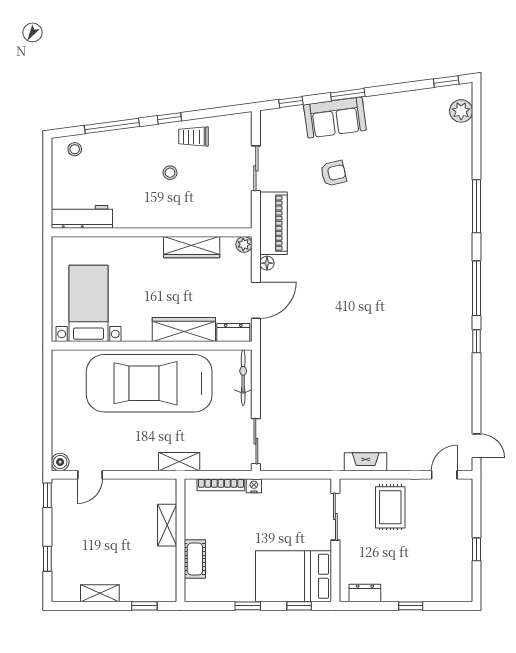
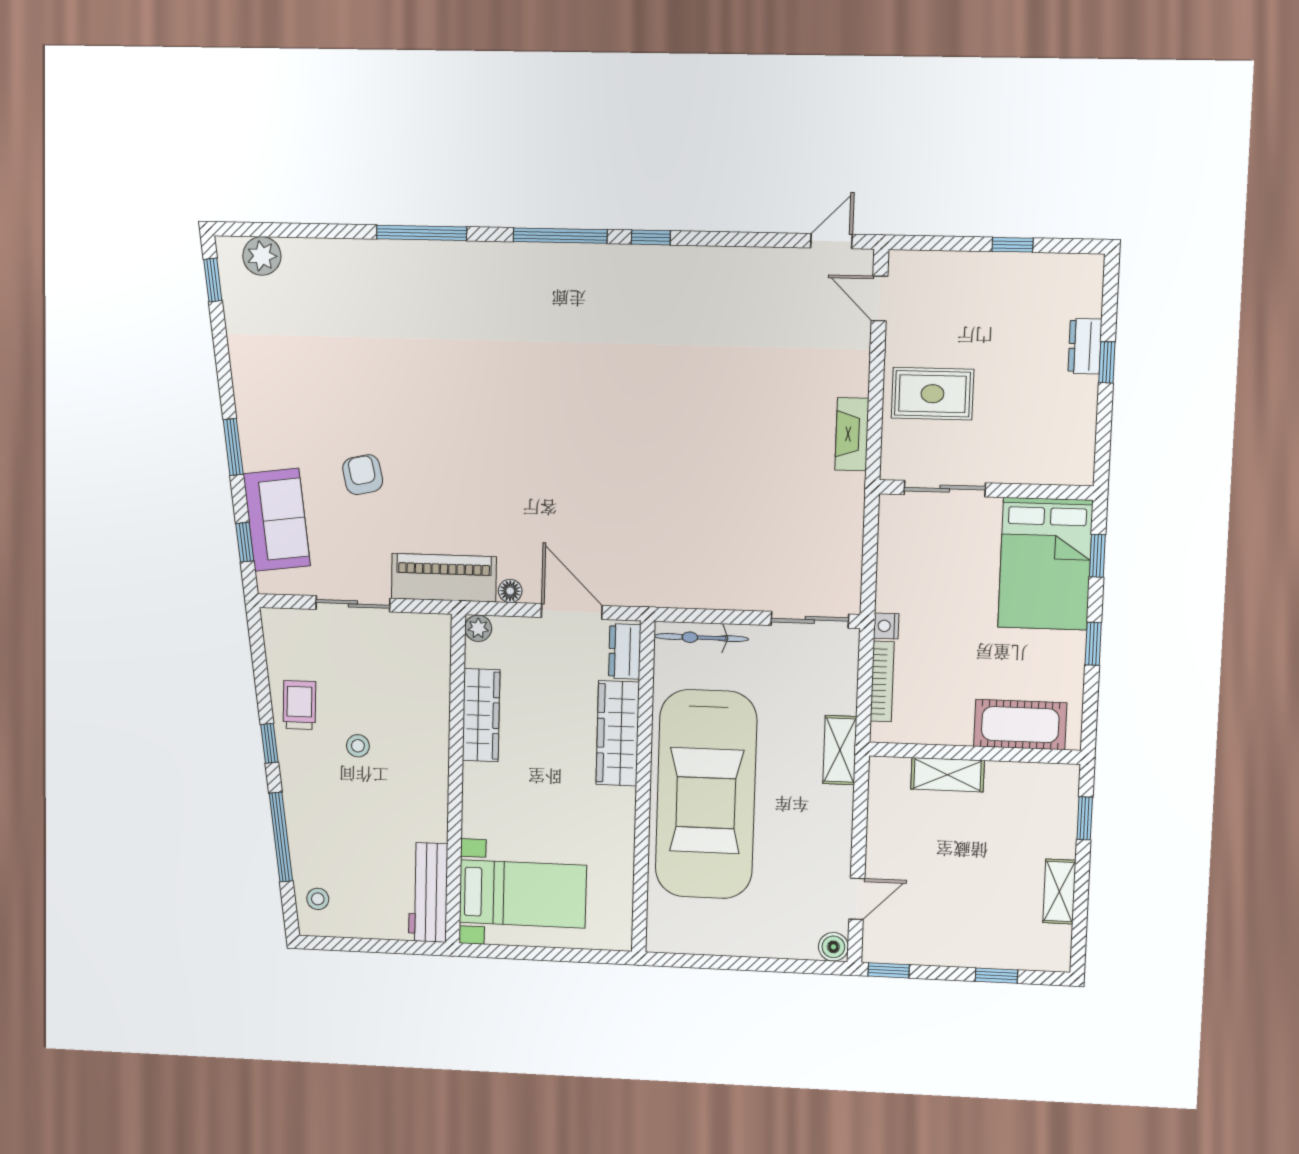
sofa: (335, 117) -> (277, 520), moved
trolley: (193, 137) -> (299, 705), turned 180
bed with nightstands: (88, 303) -> (523, 894), moved, turned 180
door: (90, 475) -> (857, 899), hinge flipped
cot: (195, 559) -> (1020, 725), width x1.37, depth x1.34
dresser: (365, 593) -> (1085, 346), moved

